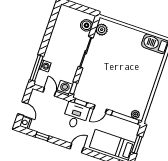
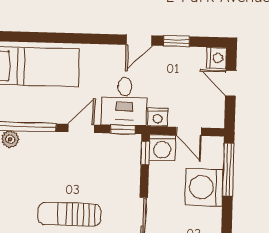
washing machine: (45, 66) -> (204, 187), width x1.89, depth x1.89
sun lounger: (118, 70) -> (69, 214), added
nightstand: (62, 103) -> (158, 117), added
door: (77, 148) -> (139, 40), moved

